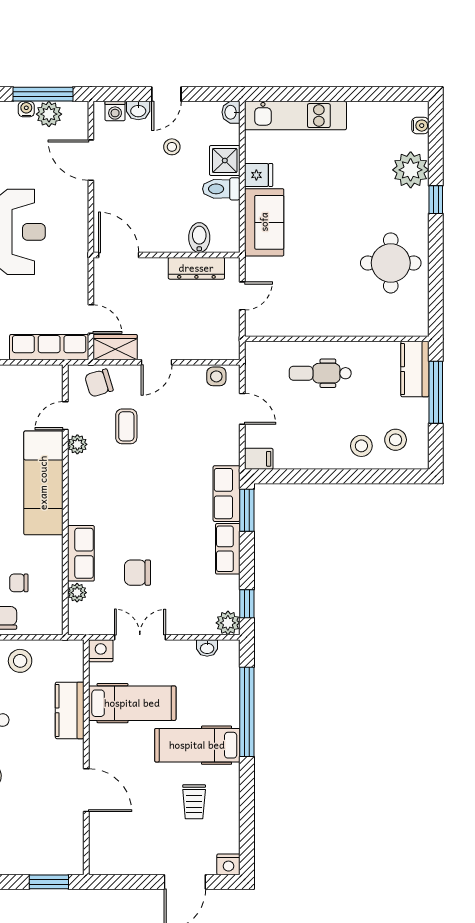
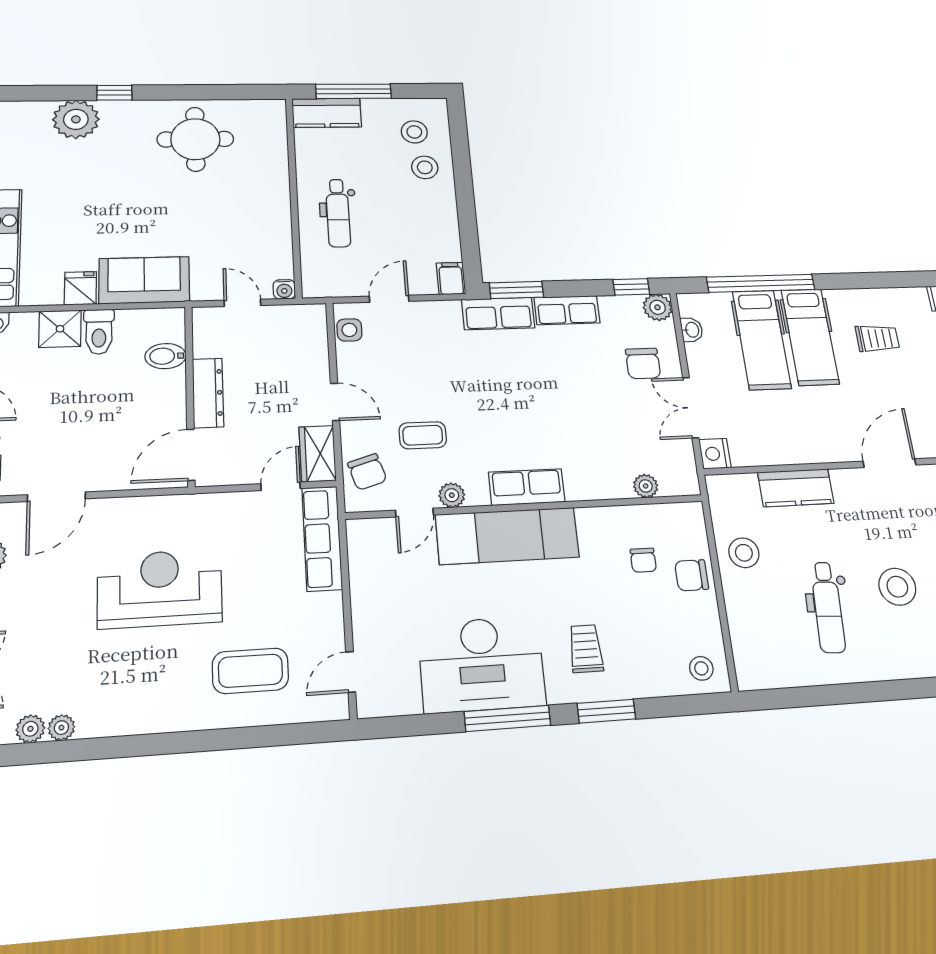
water cooler: (420, 126) -> (284, 289), moved, turned 180
stool: (172, 147) -> (40, 394), removed
dresser: (196, 268) -> (208, 393), moved
door: (65, 416) -> (414, 513), hinge flipped
row of seats: (81, 553) -> (527, 487), moved
chair: (137, 573) -> (643, 363), moved
hospital bed: (132, 703) -> (762, 340), moved, turned 180

